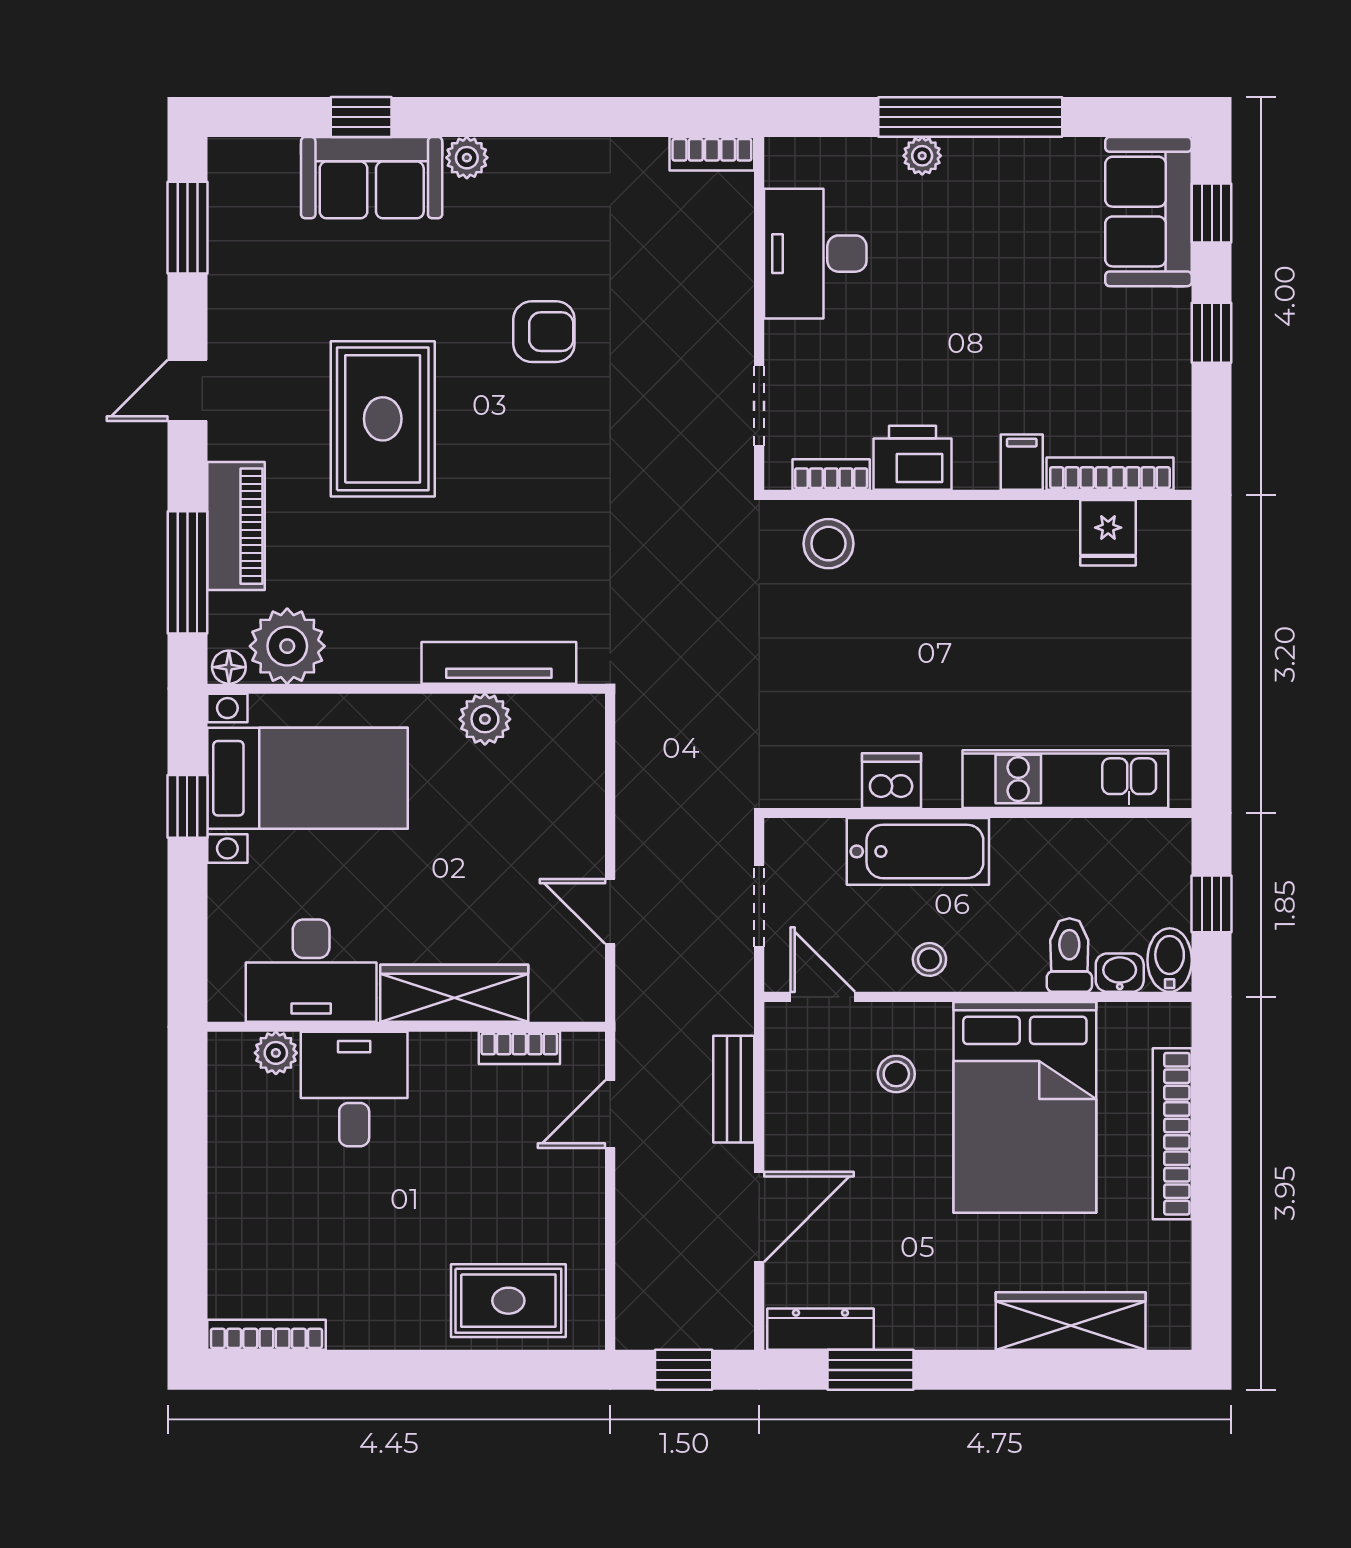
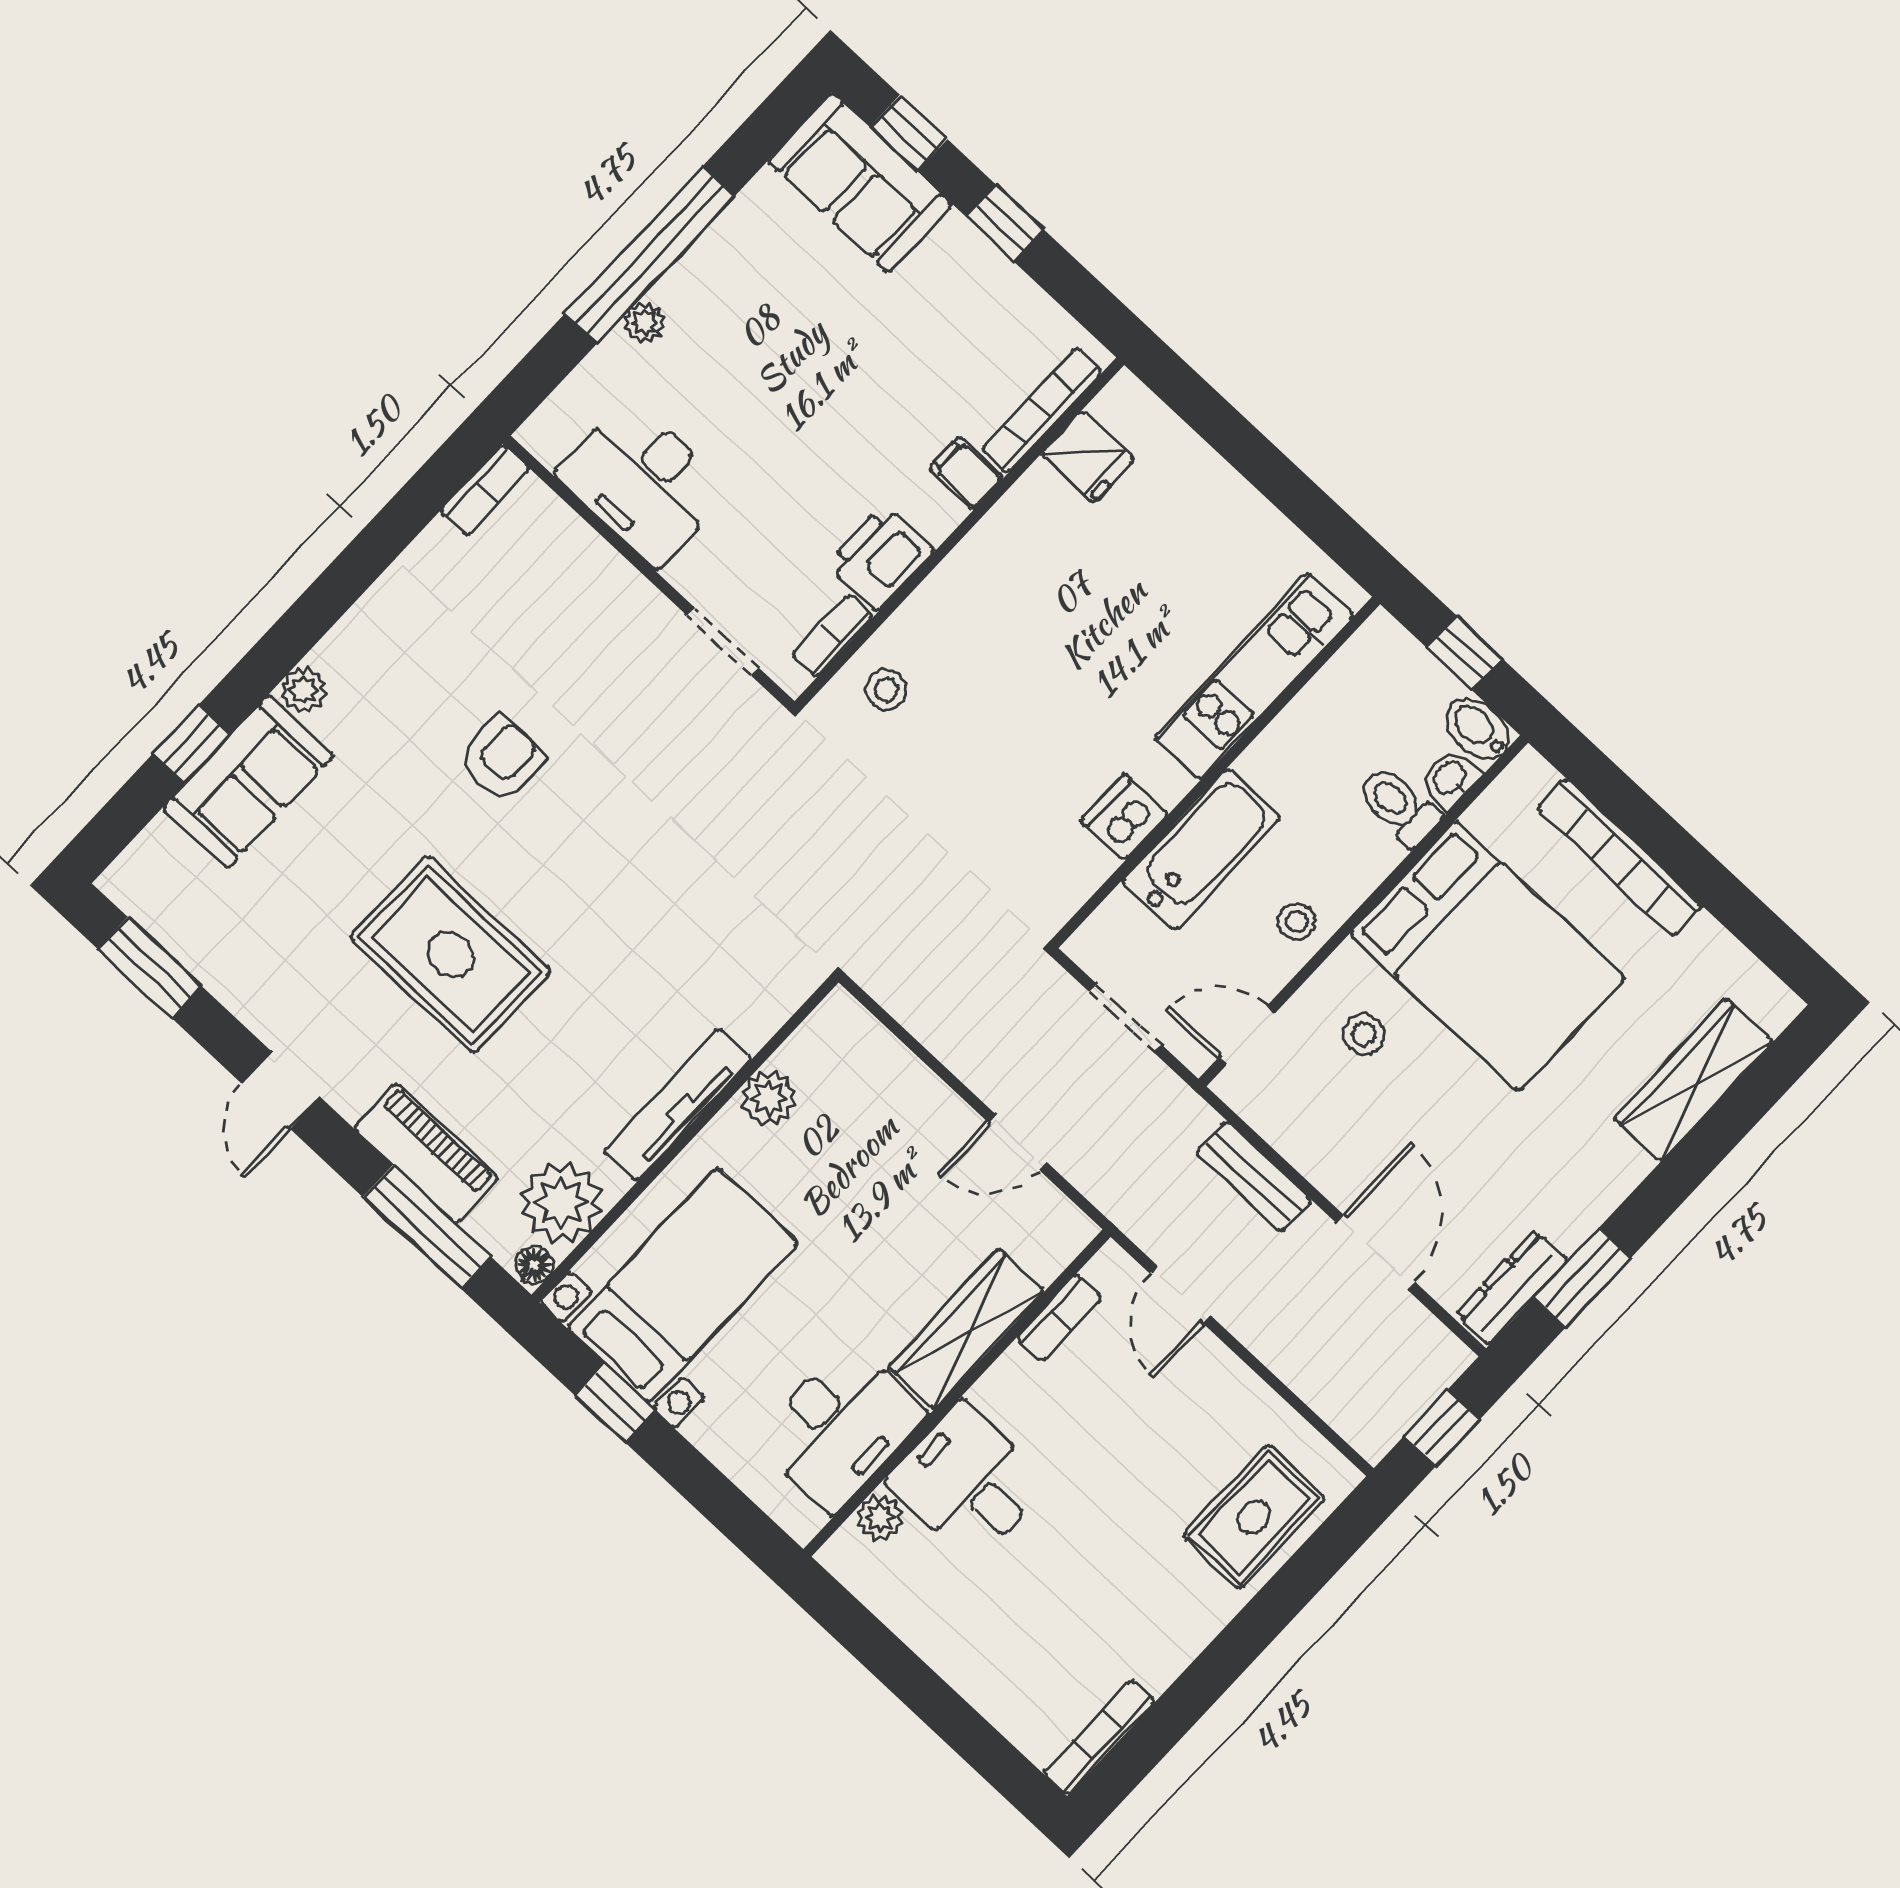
stool: (828, 544) -> (886, 690), width x0.73, depth x0.73
tv unit: (499, 663) -> (678, 1105), moved

